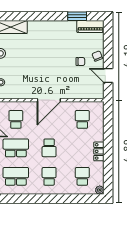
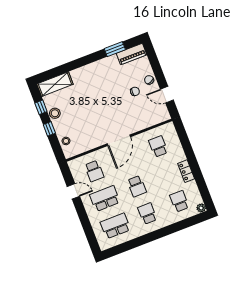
school desk: (16, 119) -> (94, 171), turned 180

